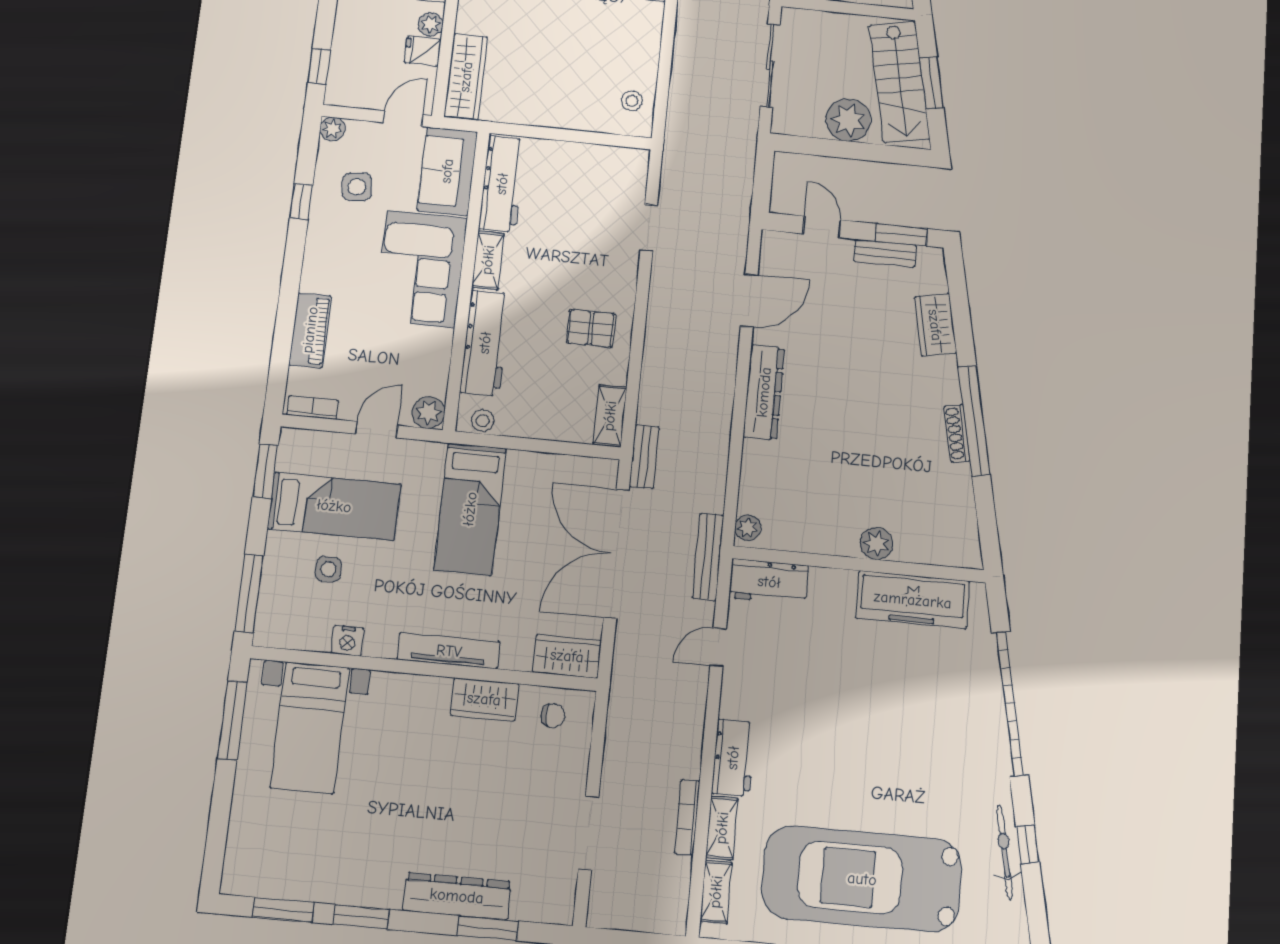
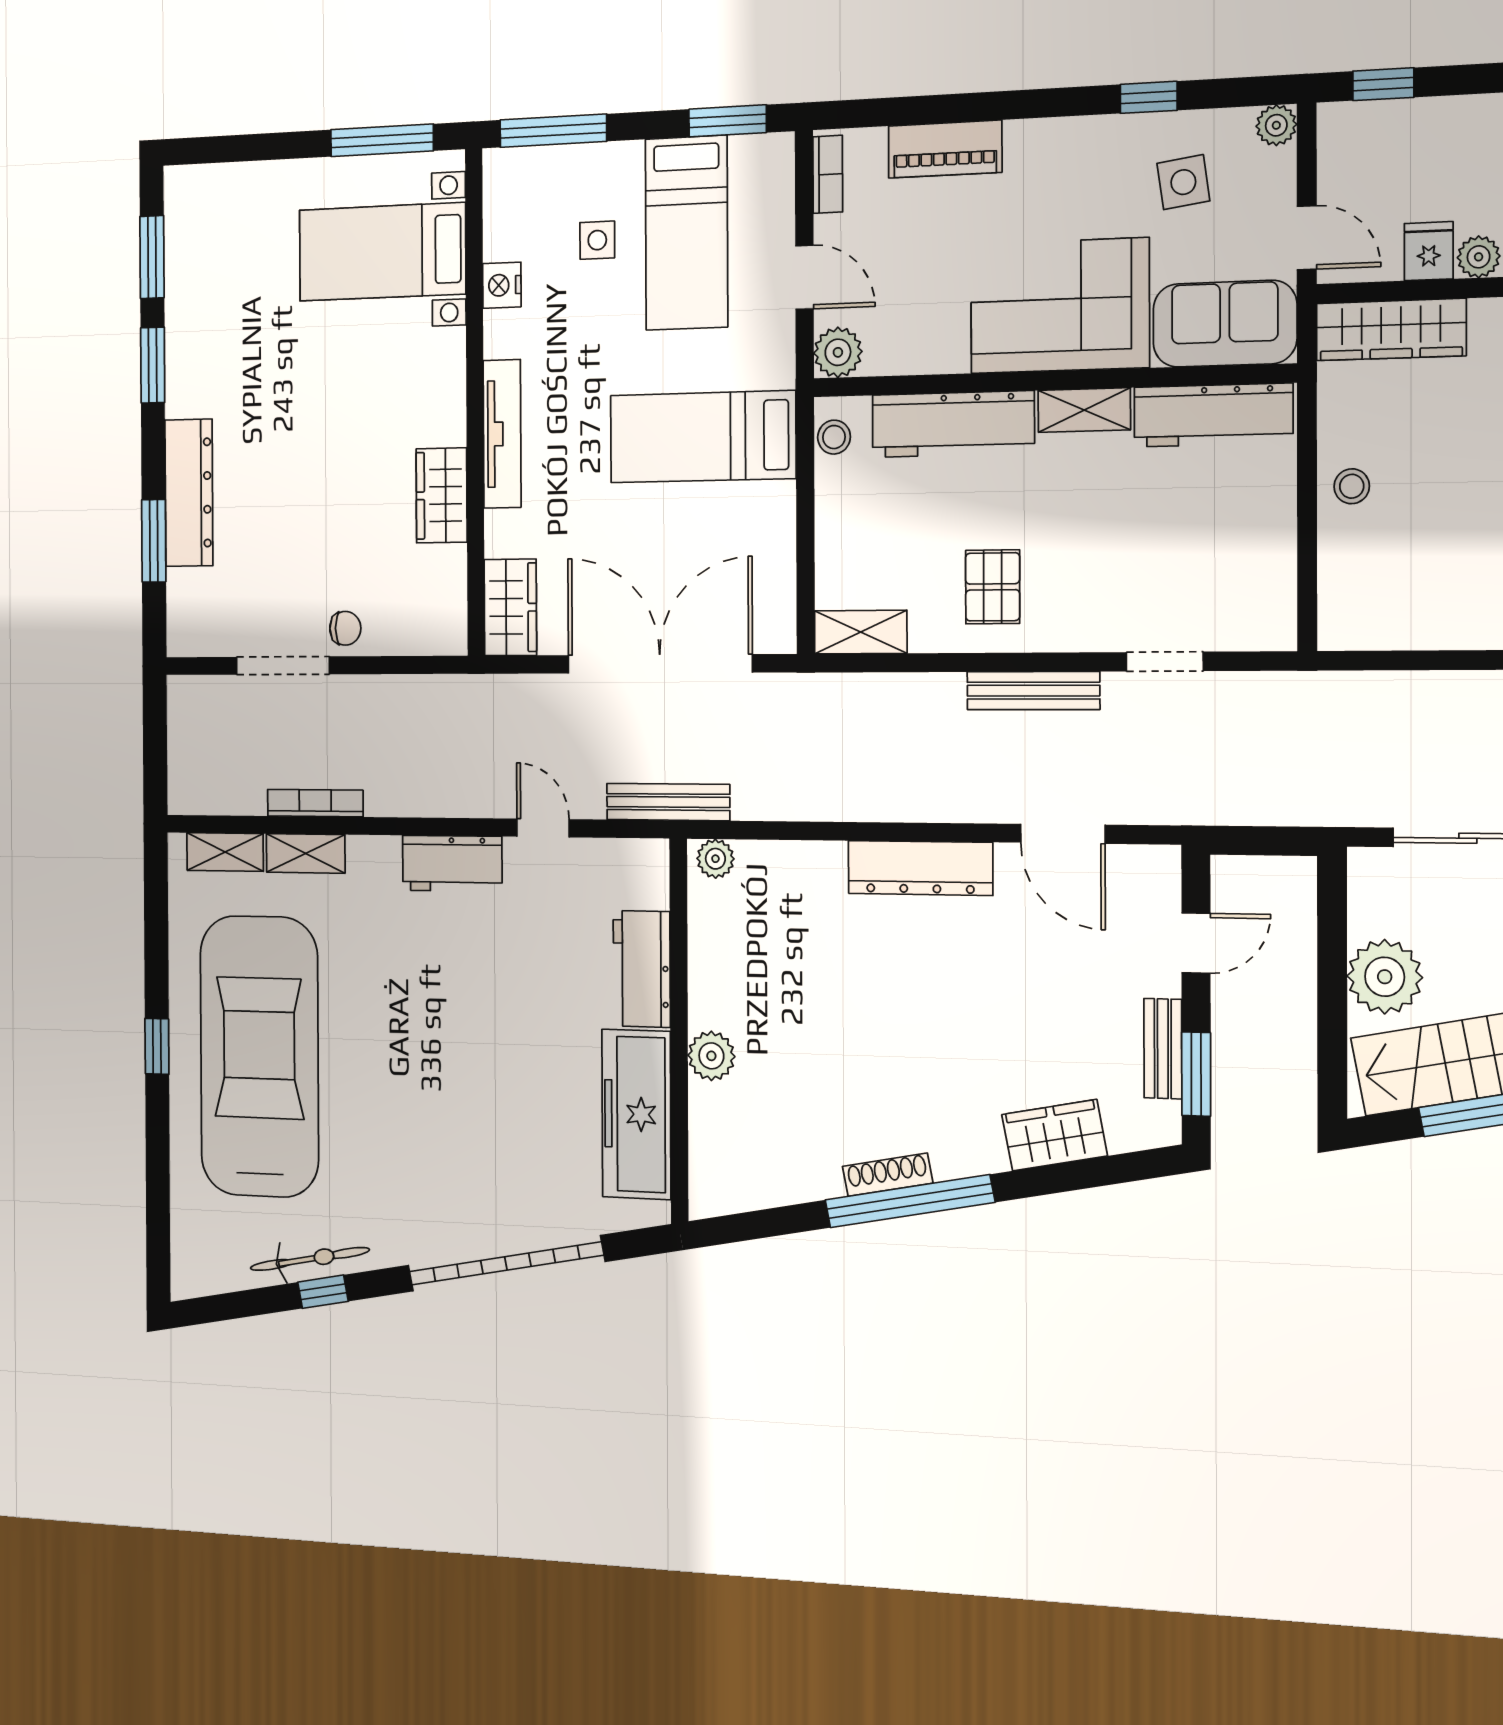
stool: (632, 101) -> (1352, 486), moved
bench: (644, 456) -> (1033, 691), moved, width x1.36
workbench: (769, 582) -> (642, 969), moved
chair: (553, 716) -> (345, 628), moved, turned -90
workbench: (733, 758) -> (452, 863), moved

